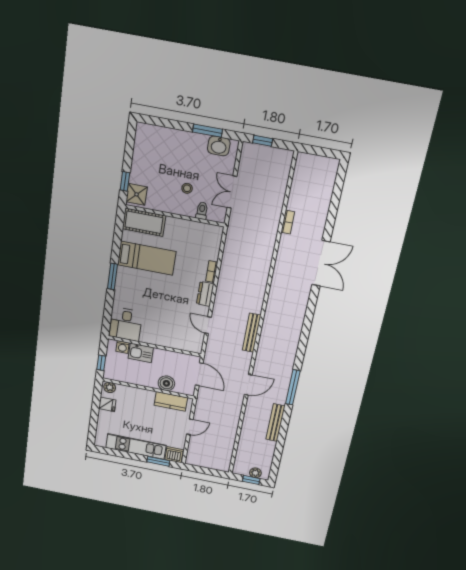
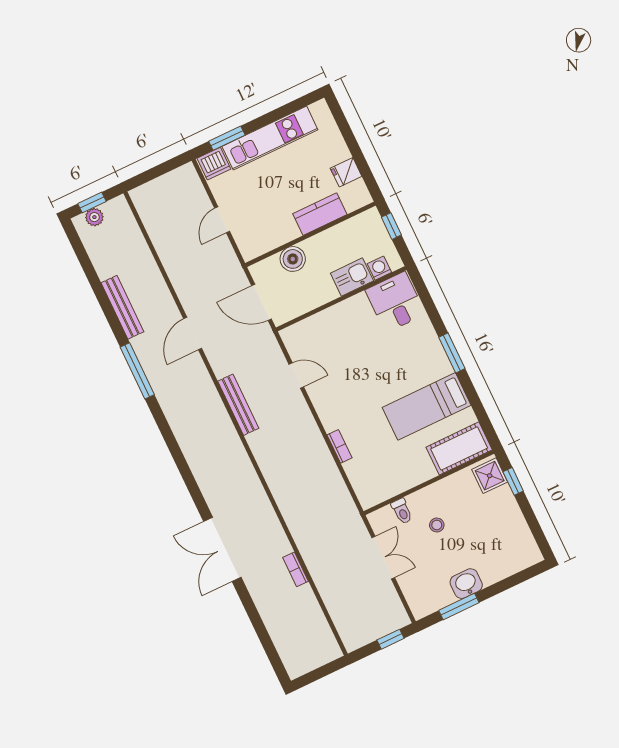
washbasin: (219, 146) -> (466, 584), moved
dresser: (205, 294) -> (328, 413), removed
plant: (110, 387) -> (359, 199), removed
kitchen counter: (171, 401) -> (320, 214), moved

